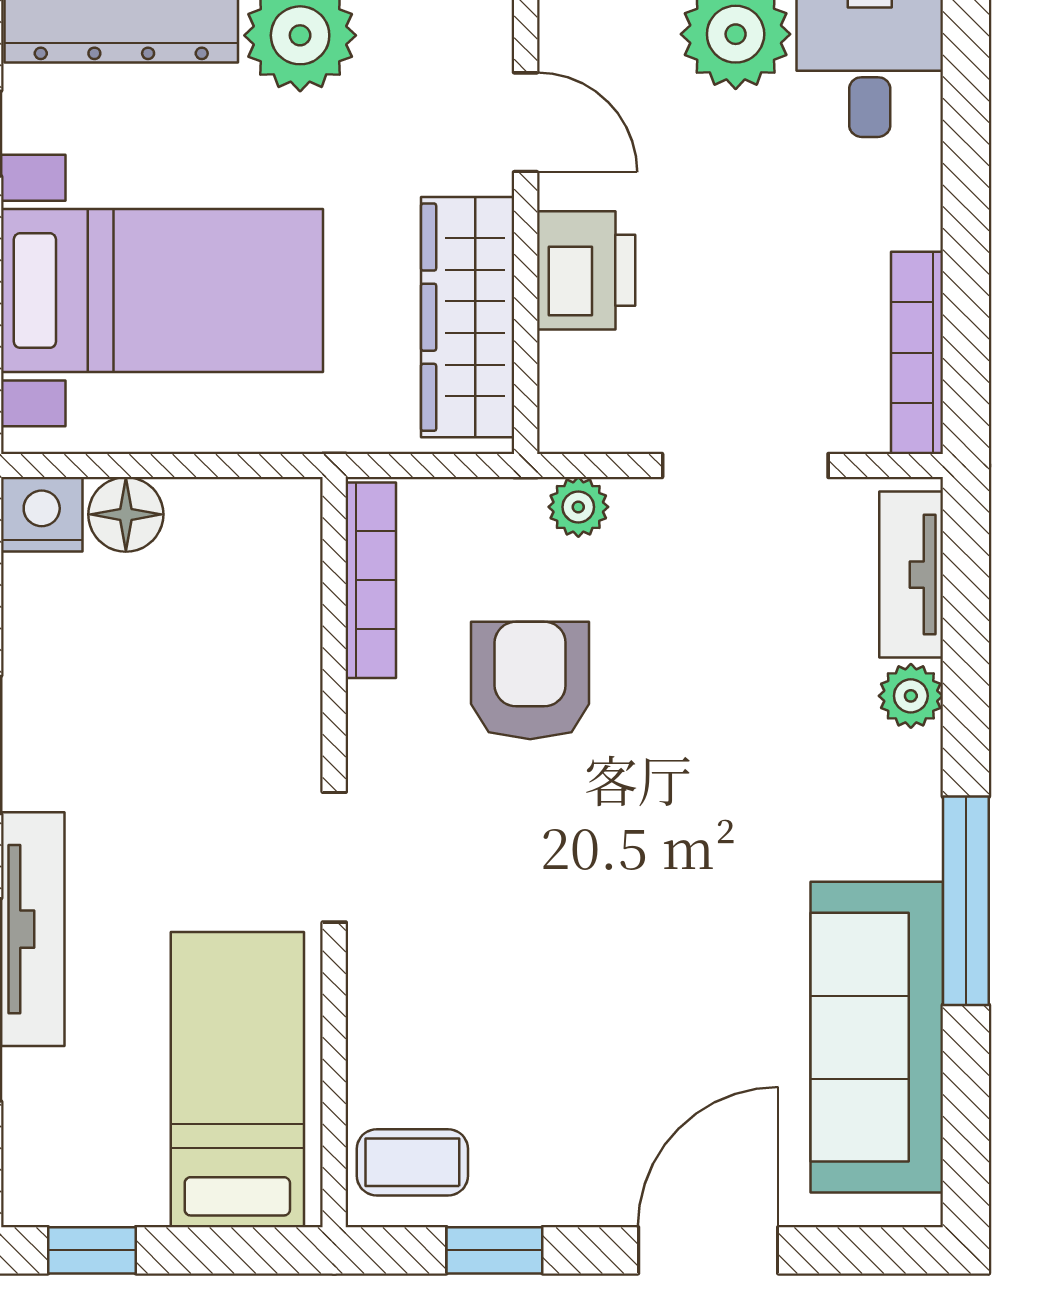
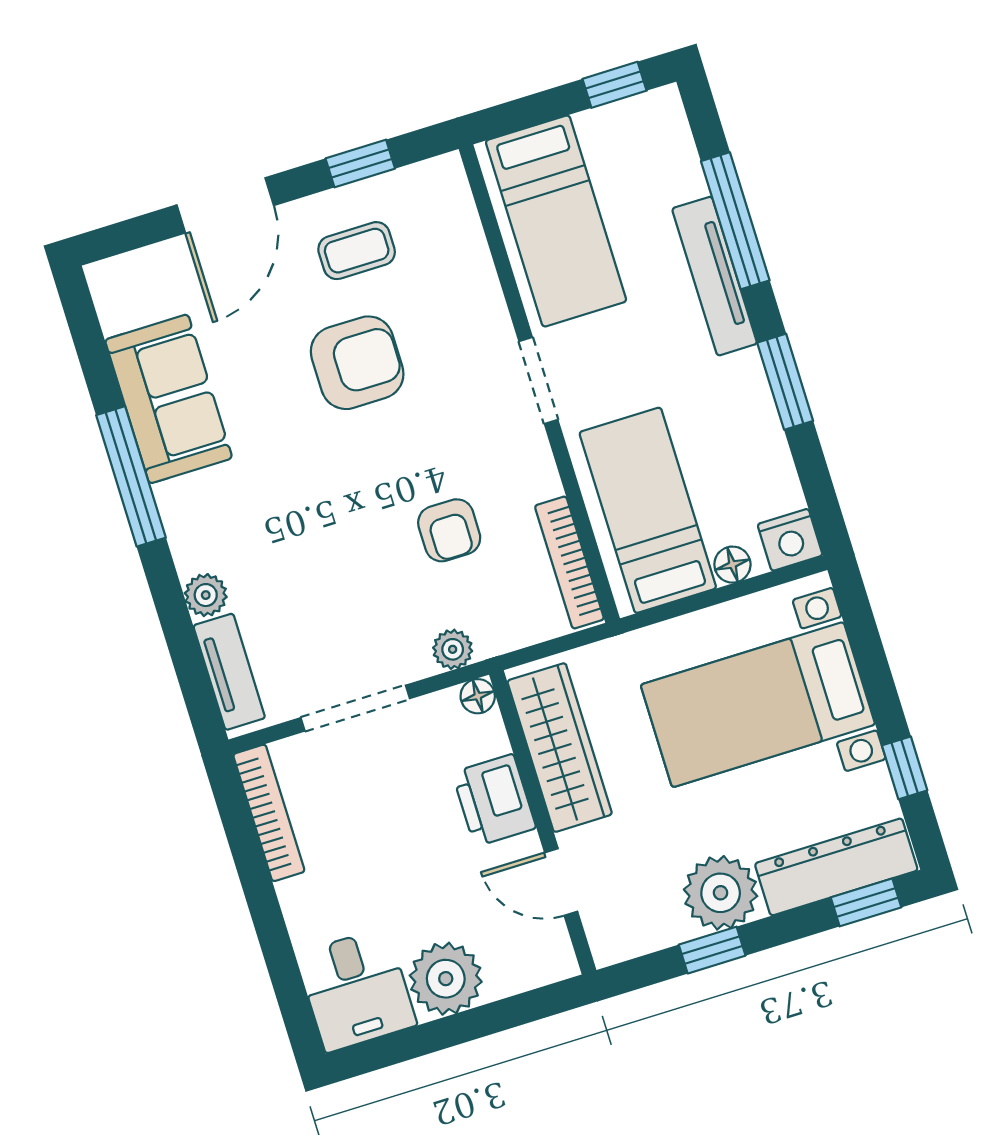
floor lamp: (563, 428) -> (478, 696), added
floor lamp: (126, 514) -> (732, 565), width x0.73, depth x0.73
bed: (234, 621) -> (648, 510), added
armchair: (530, 680) -> (449, 530), width x0.72, depth x0.72
armchair: (588, 964) -> (357, 363), added
sofa: (877, 1037) -> (169, 399), width x0.73
coffee table: (412, 1162) -> (357, 251), moved

